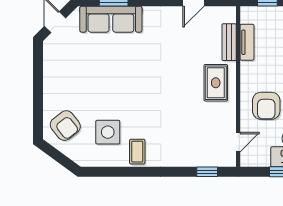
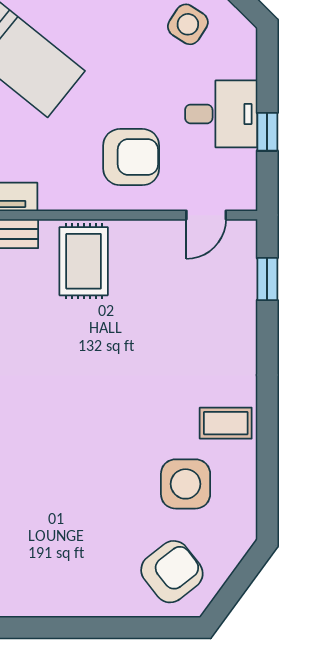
rug: (216, 83) -> (84, 261), turned 90
door: (238, 142) -> (206, 215), swing flipped

